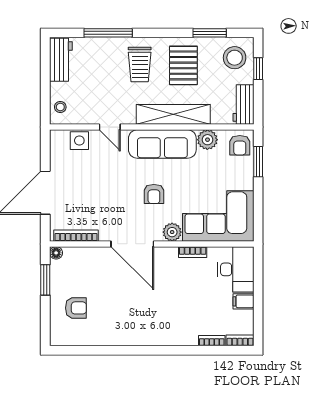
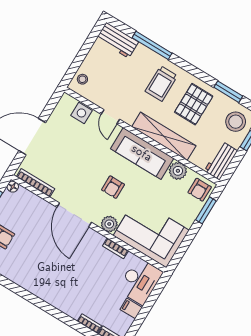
workbench: (61, 60) -> (117, 40), moved, turned 90

